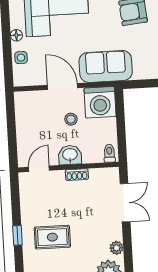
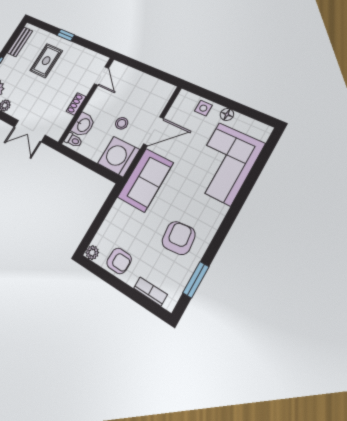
washbasin: (70, 155) -> (83, 125), moved

